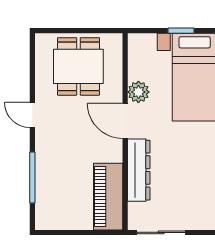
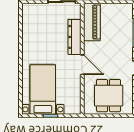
plant: (138, 92) -> (75, 81), removed

